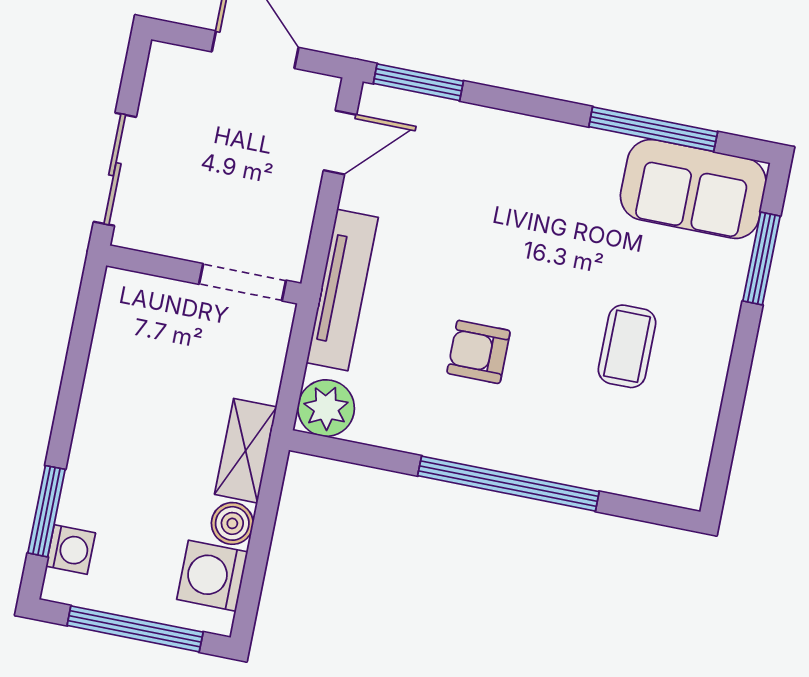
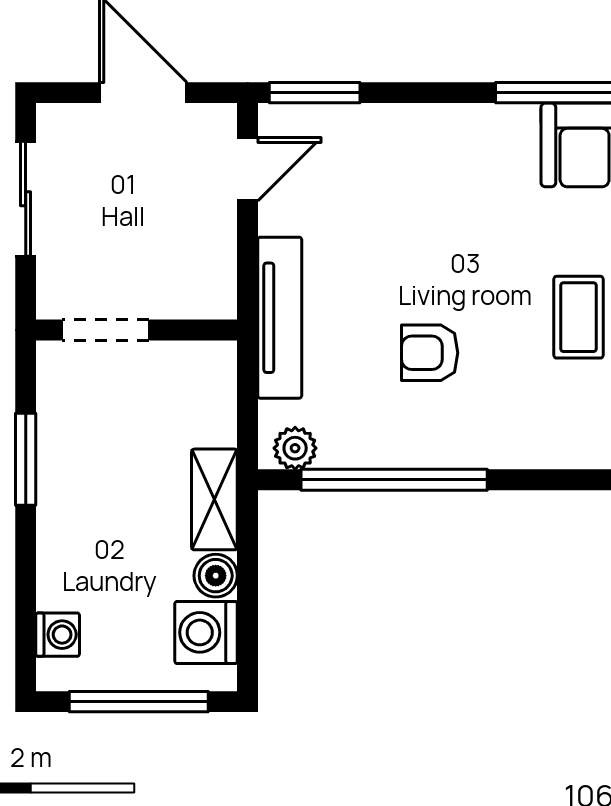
sliding door: (115, 169) -> (26, 199), moved
doorway: (243, 282) -> (105, 330), moved
plant: (326, 408) -> (295, 448), width x0.73, depth x0.73
window: (508, 484) -> (394, 480), moved
window: (46, 511) -> (26, 459), moved

